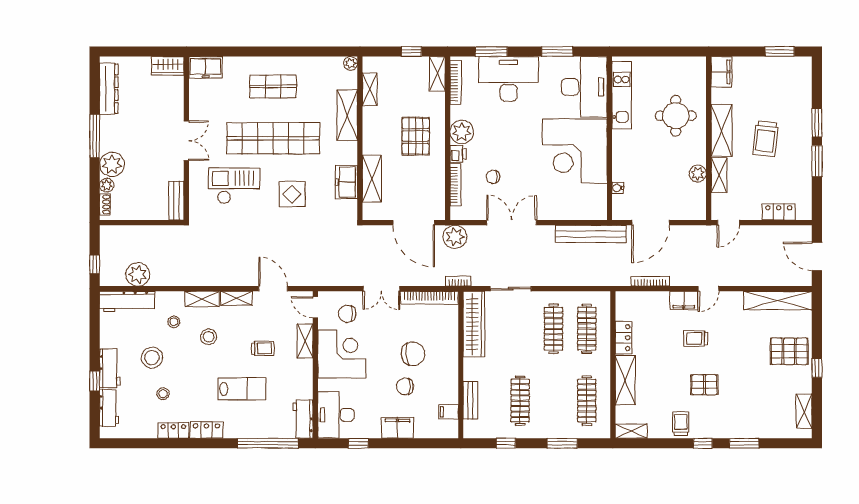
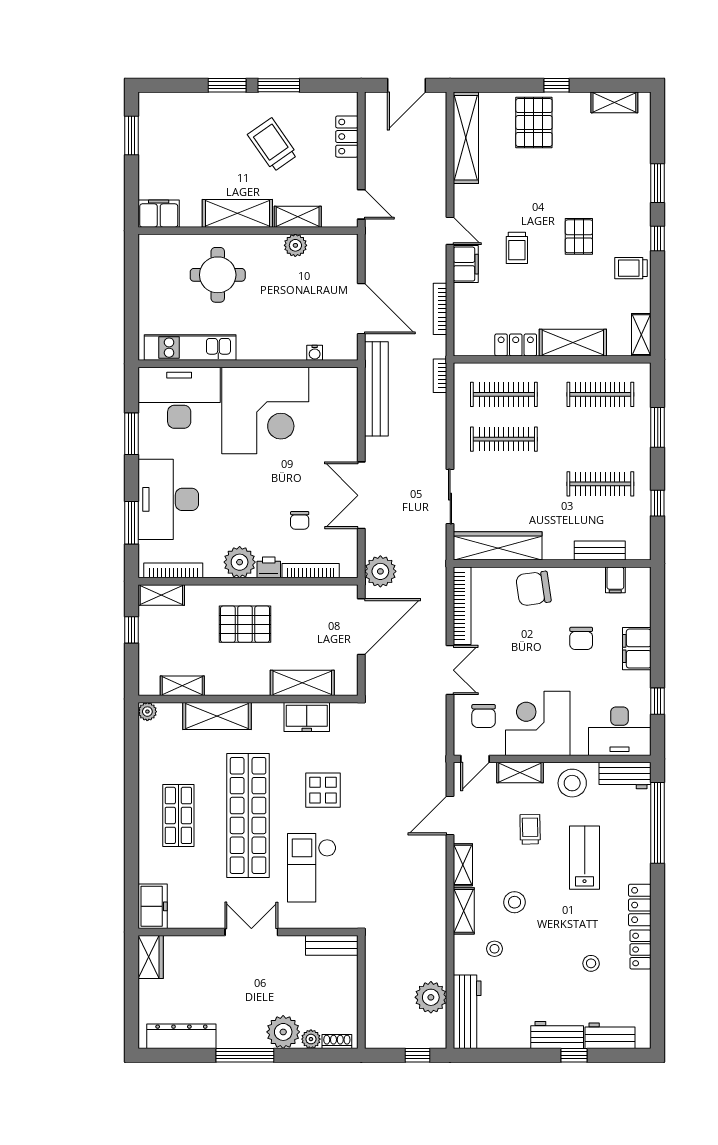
trolley: (766, 139) -> (273, 145), moved, turned -132
bookcase: (458, 281) -> (440, 376), moved
chair: (413, 354) -> (533, 589), moved, turned -94
stool: (152, 358) -> (572, 783), moved

